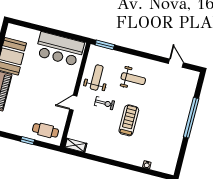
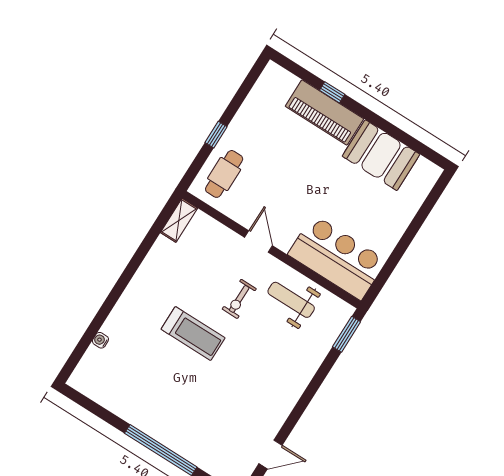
bar counter: (60, 49) -> (337, 257), moved, turned 90
weight bench: (97, 78) -> (291, 300), turned 180
weight bench: (133, 79) -> (267, 366), removed

